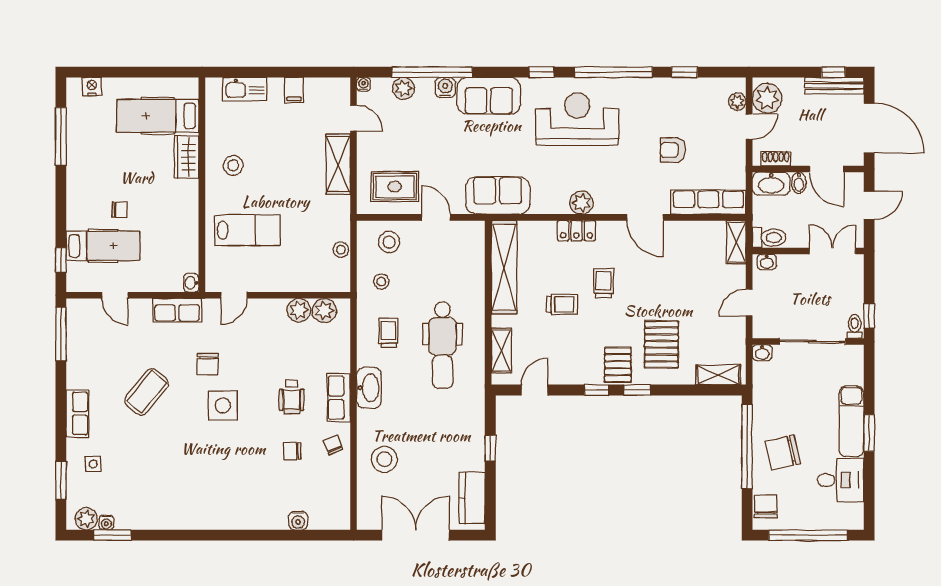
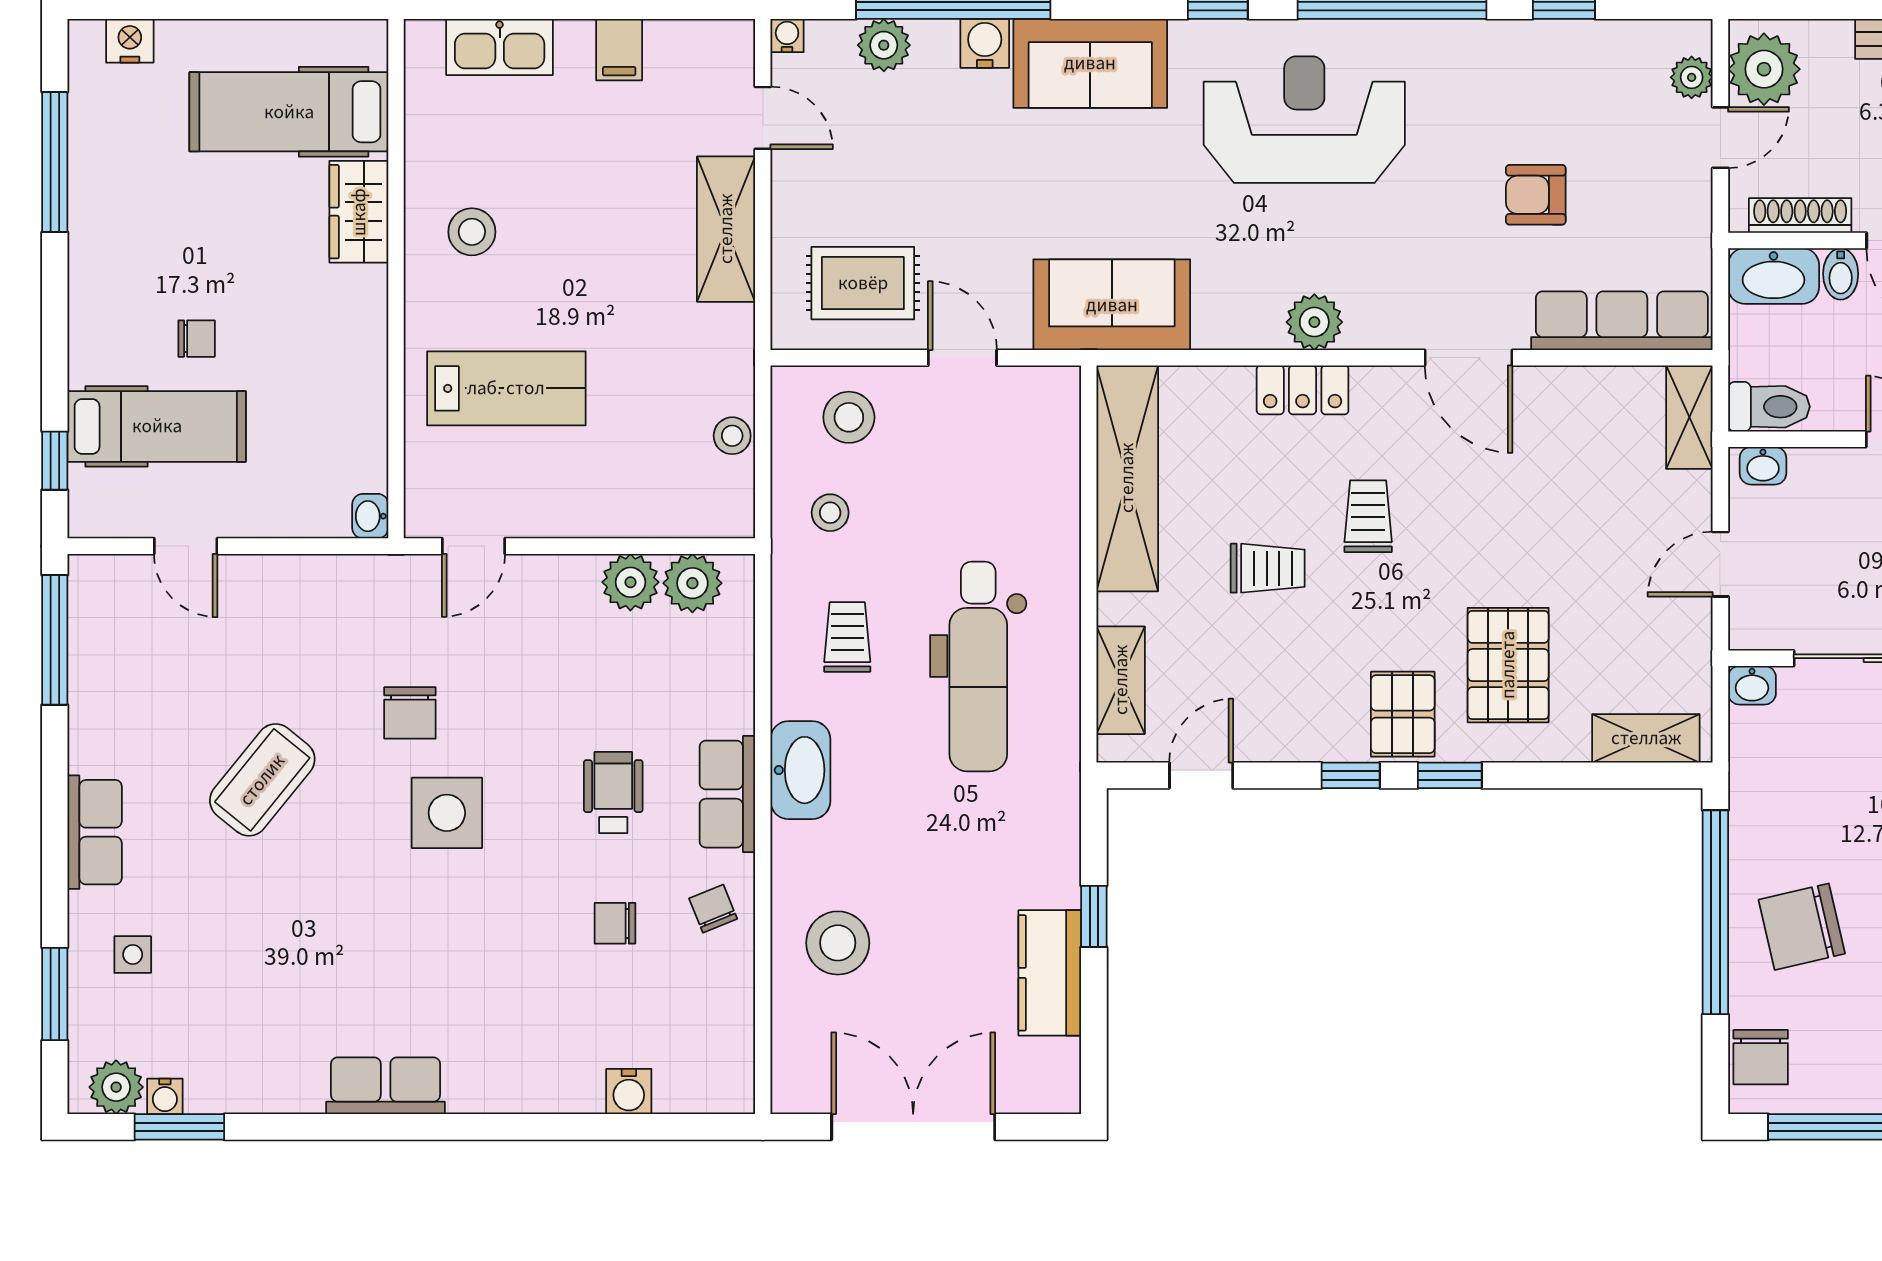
shoe rack: (776, 159) -> (1800, 215), width x1.43
row of seats: (177, 310) -> (386, 1086), moved, turned 180
wheelchair: (292, 397) -> (613, 793), turned 180
kitchen counter: (472, 498) -> (1050, 973), moved
chair: (766, 506) -> (1761, 1057), turned 180

